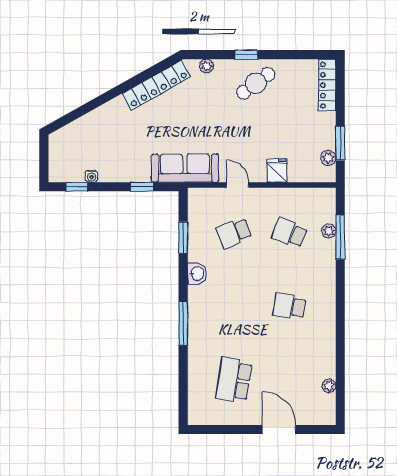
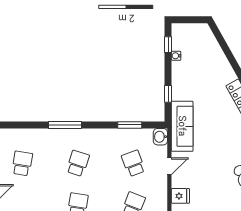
washbasin: (197, 274) -> (160, 137), moved, turned 90
school desk: (234, 306) -> (78, 163), added
school desk: (234, 380) -> (22, 163), width x0.54

